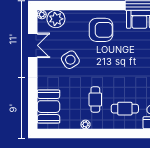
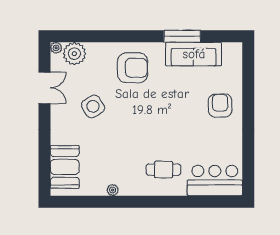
cafe table: (95, 99) -> (125, 158), removed

